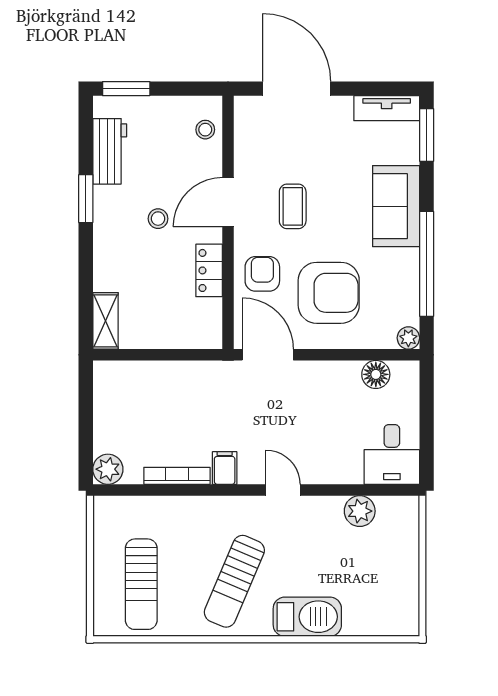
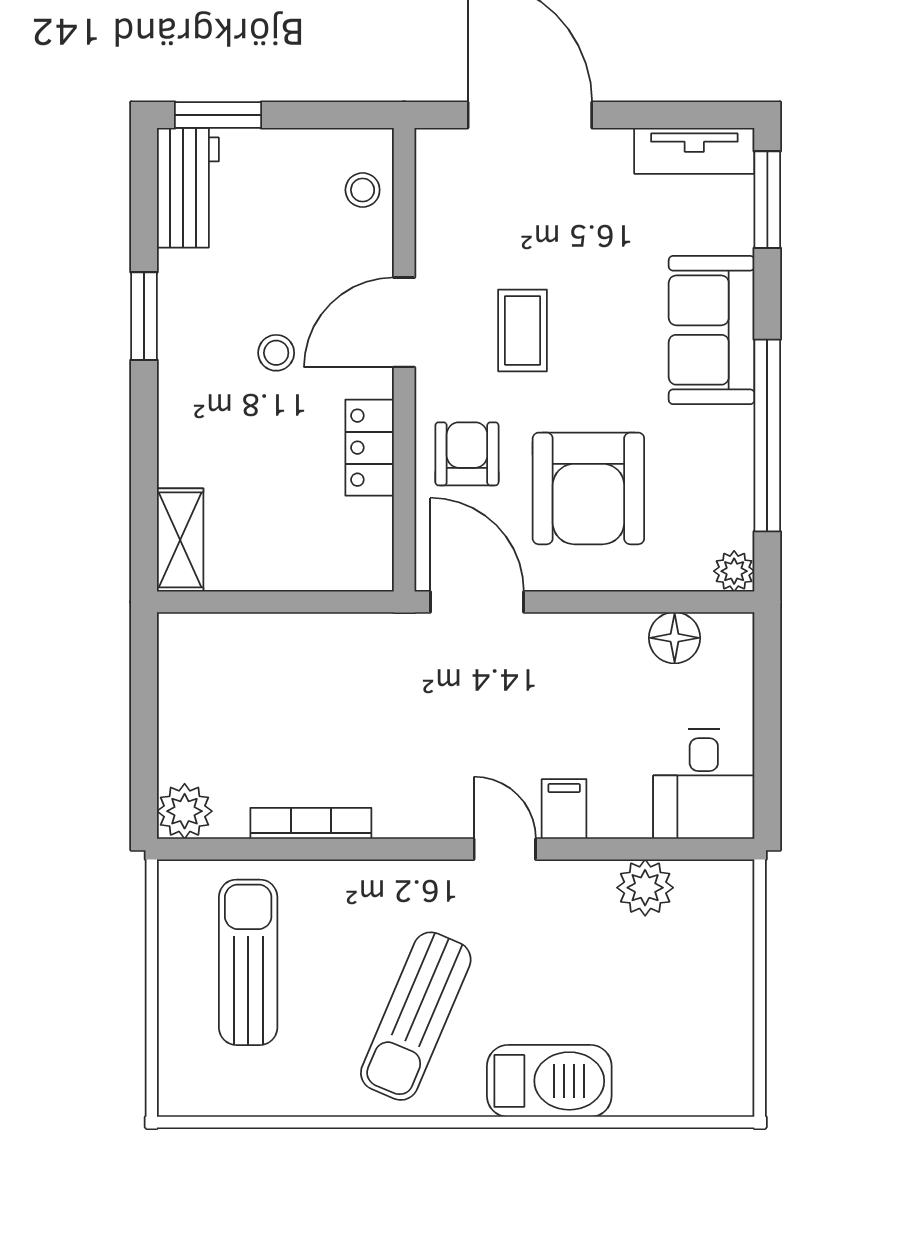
workbench: (110, 151) -> (188, 188), moved
armchair: (329, 293) -> (588, 488), turned 90
filing cabinet: (225, 468) -> (564, 809), moved
sun lounger: (141, 584) -> (248, 962), moved, turned 180

